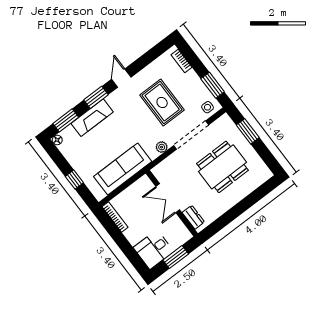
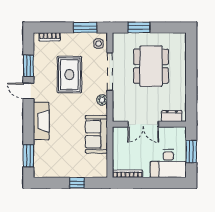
window: (96, 97) -> (28, 66), moved
rug: (162, 103) -> (69, 75), turned 90
fireplace: (92, 118) -> (41, 121), moved
floor lamp: (57, 140) -> (38, 173), removed
sofa: (123, 169) -> (96, 134), width x0.73
desk: (154, 249) -> (168, 164), width x1.37

